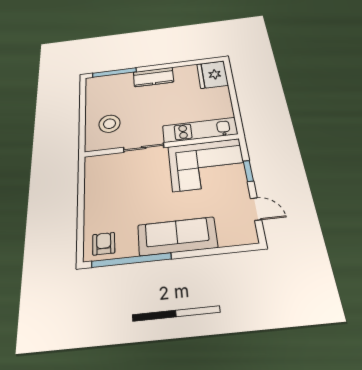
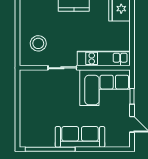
armchair: (104, 244) -> (33, 136), removed

